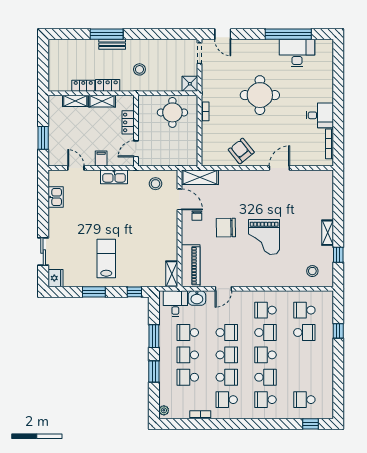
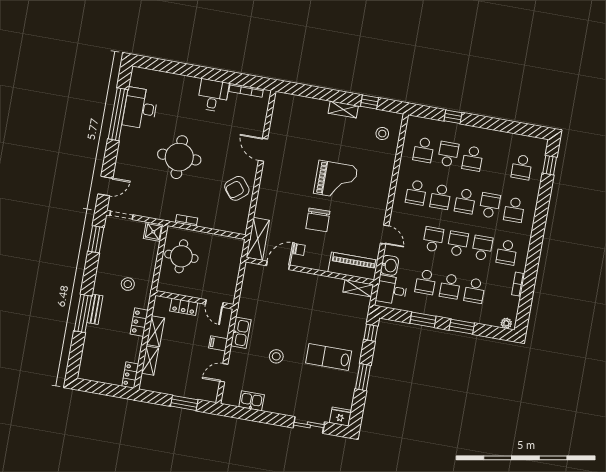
window: (174, 34) -> (96, 239), added
locker: (83, 86) -> (130, 375), moved
stool: (156, 184) -> (276, 356), moved
school desk: (266, 332) -> (441, 197), turned 180
school desk: (304, 355) -> (473, 158), added

